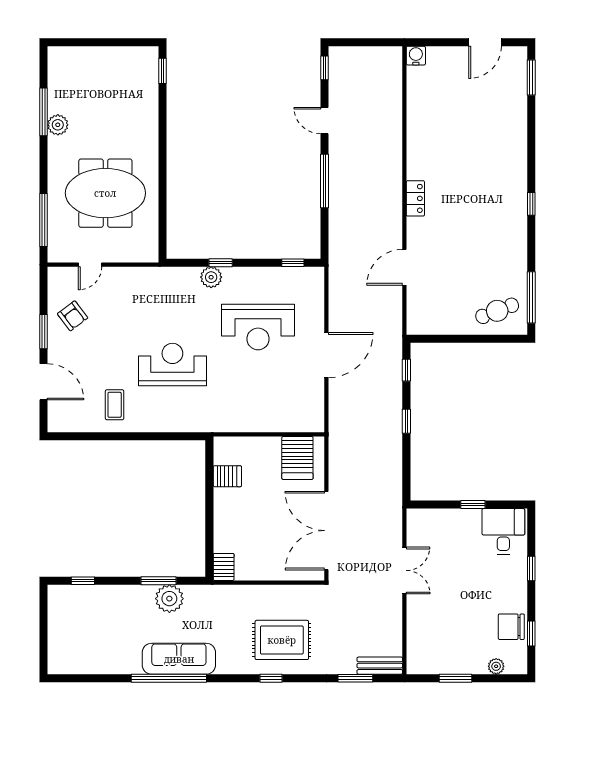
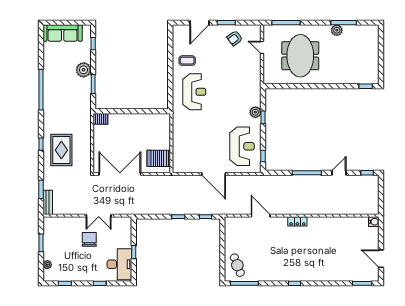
reception desk: (258, 327) -> (242, 146), moved, turned 180
reception desk: (172, 365) -> (194, 92), moved
server rack: (227, 476) -> (149, 121), removed
desk: (503, 531) -> (119, 264), width x1.37
plant: (169, 599) -> (84, 70), moved
chair: (511, 627) -> (89, 239), moved
sofa: (179, 659) -> (63, 33), moved, turned 90

